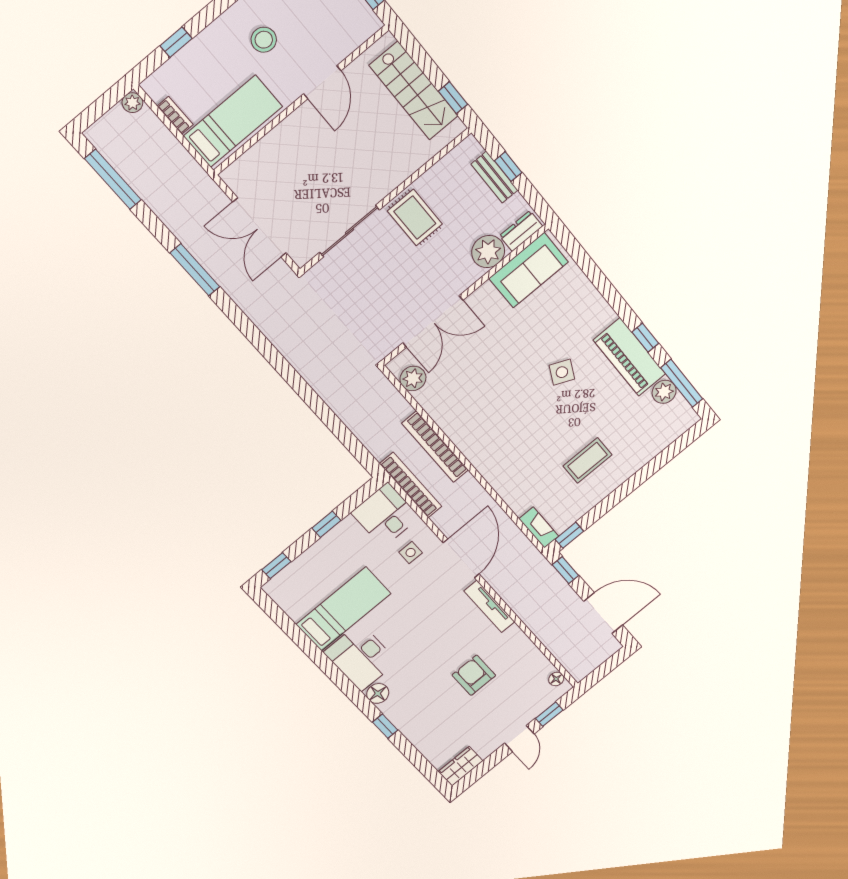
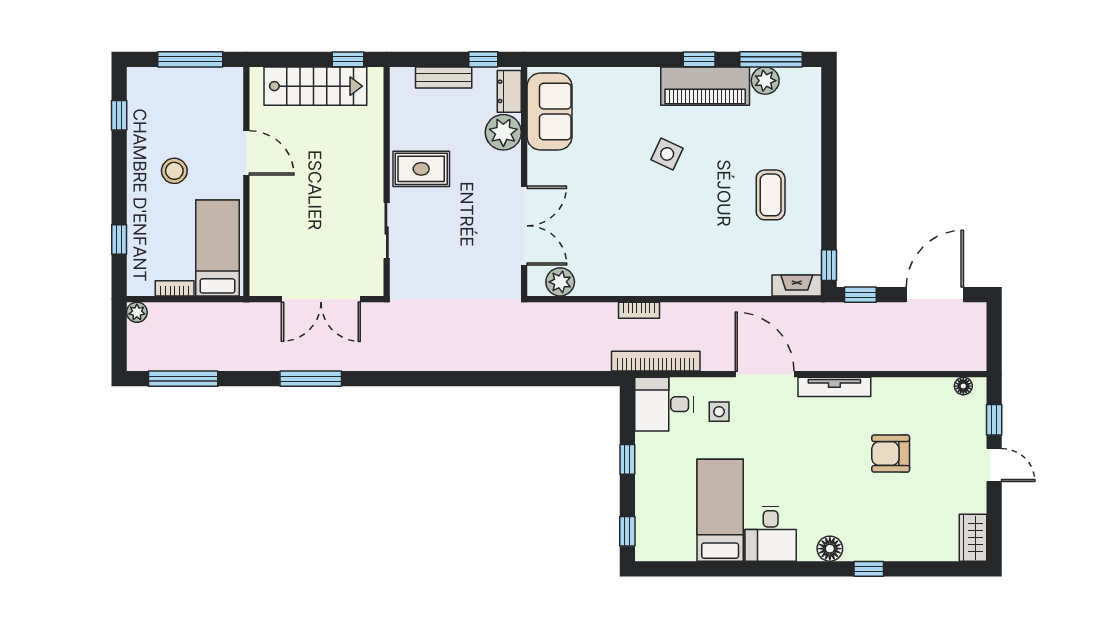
window: (508, 167) -> (483, 59), moved
sliding door: (350, 231) -> (387, 231), width x0.73
bookcase: (435, 447) -> (639, 310), width x0.43, depth x0.76
desk: (361, 657) -> (771, 534), width x0.73

